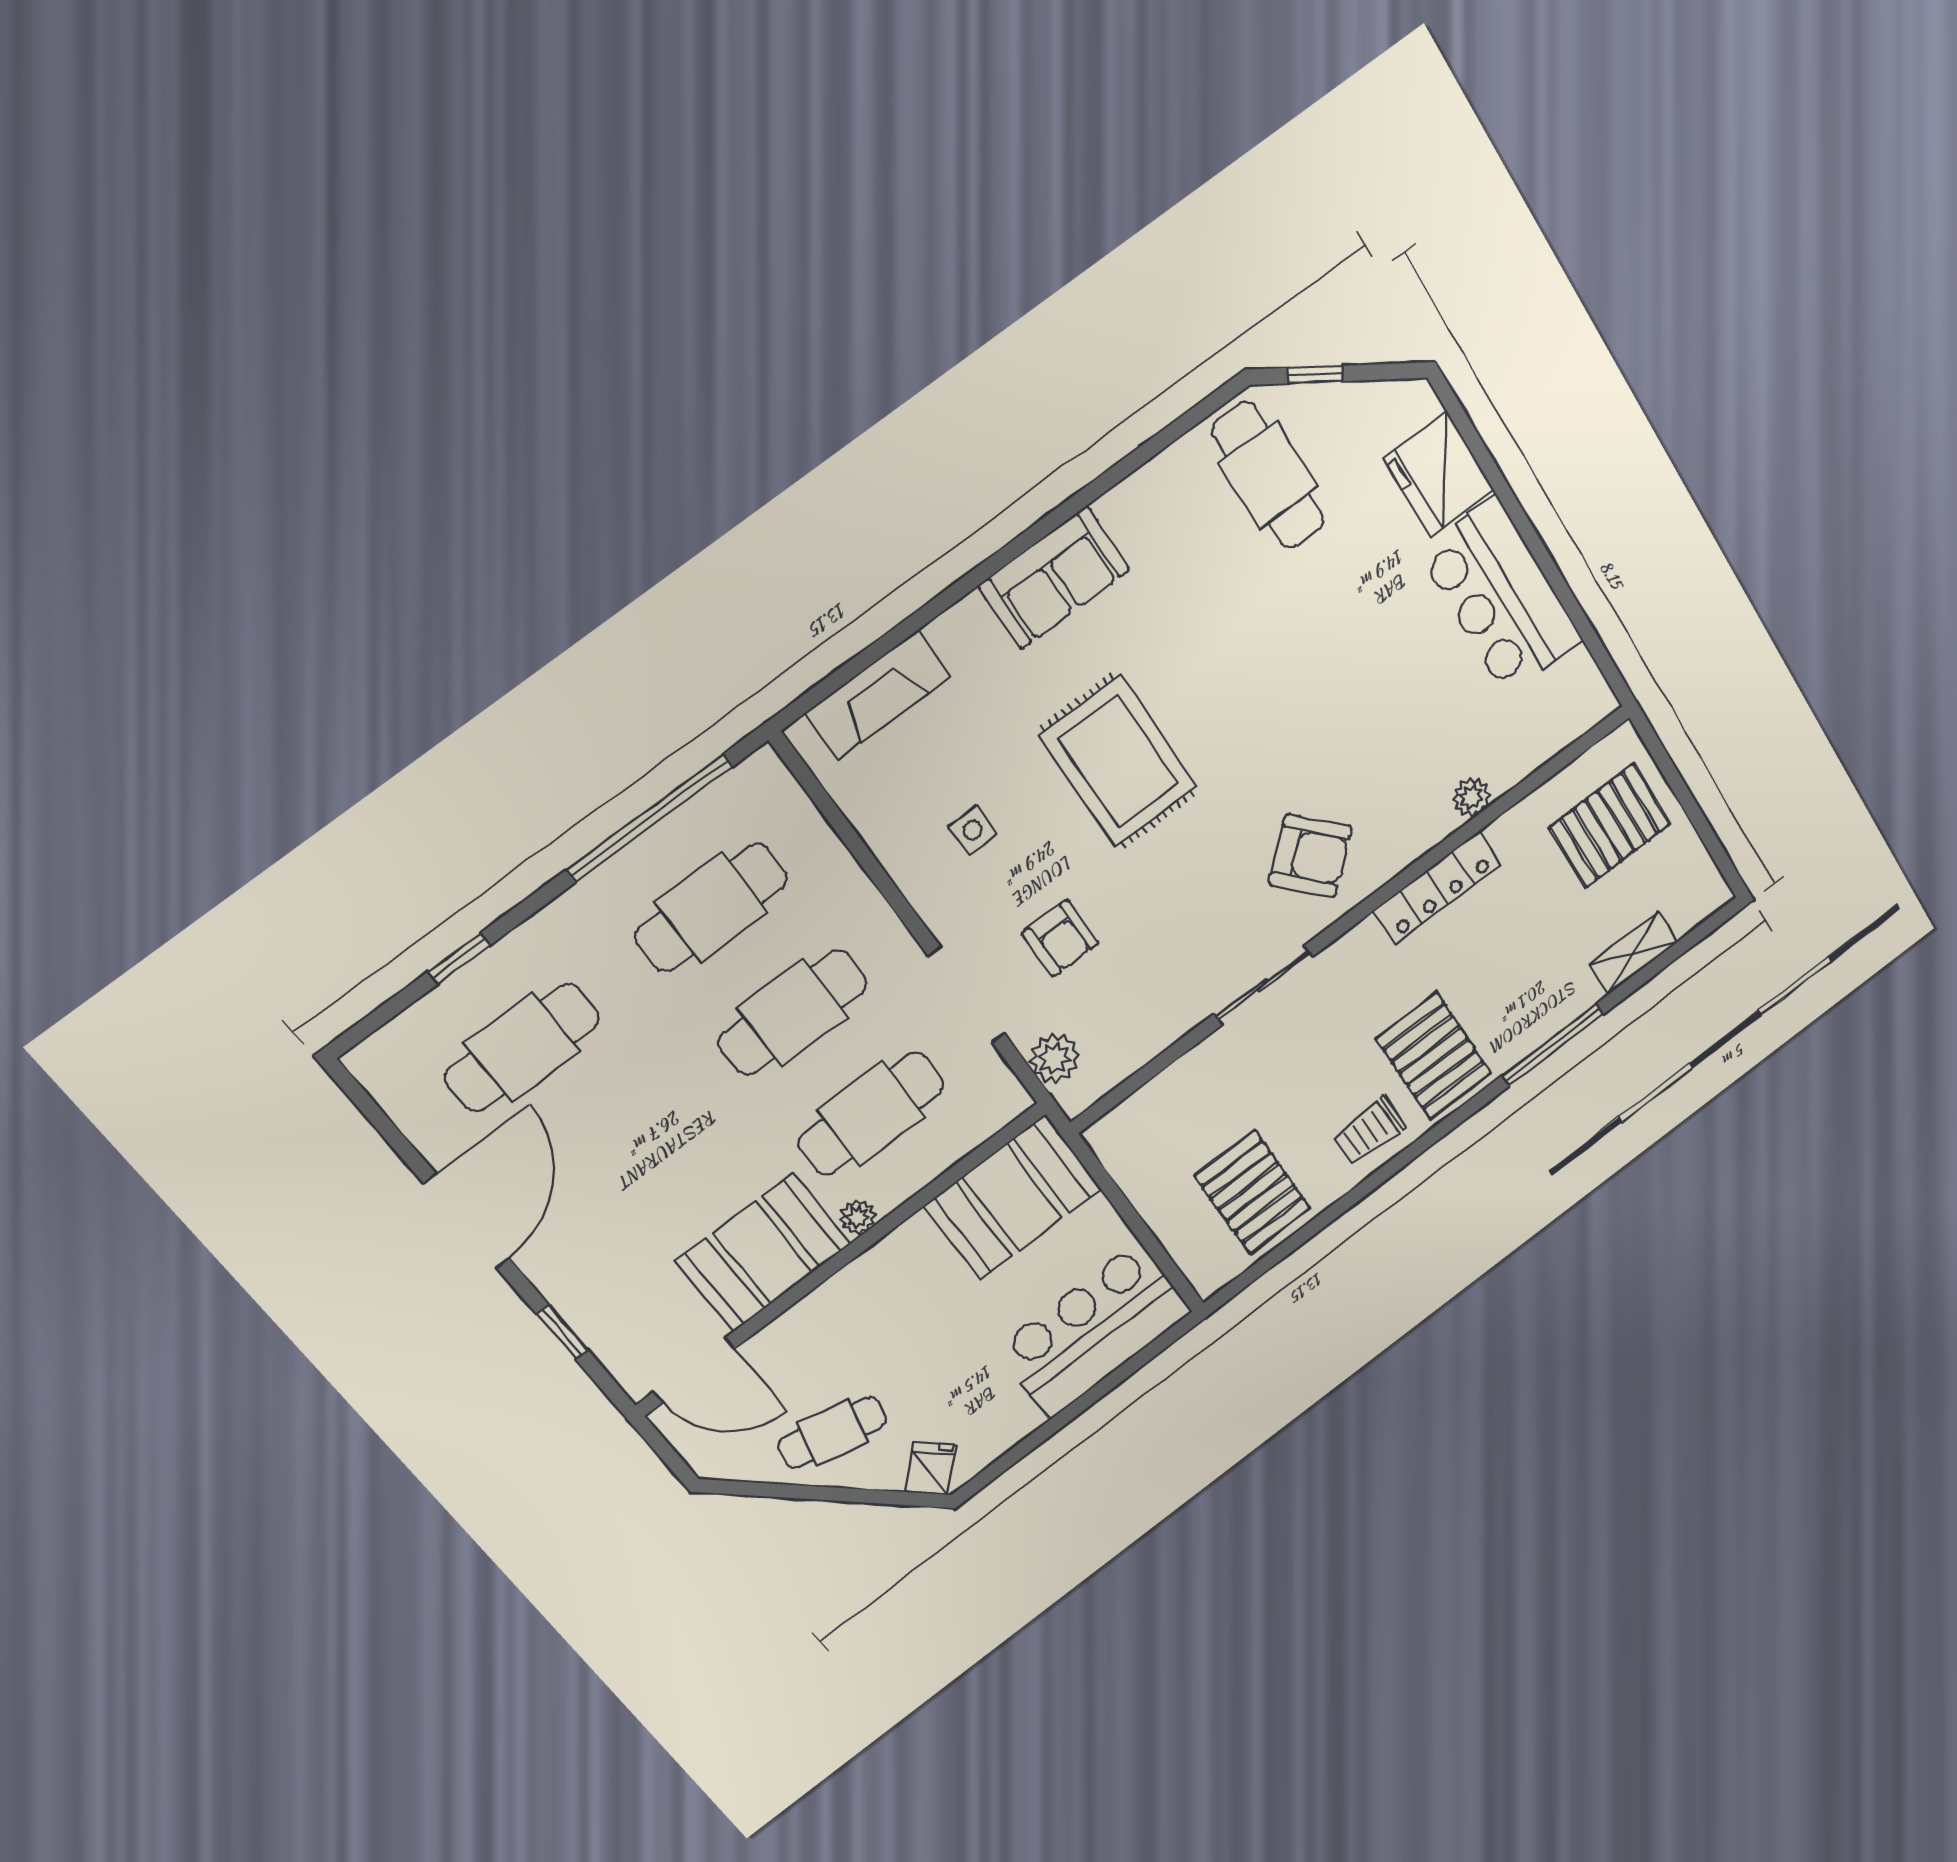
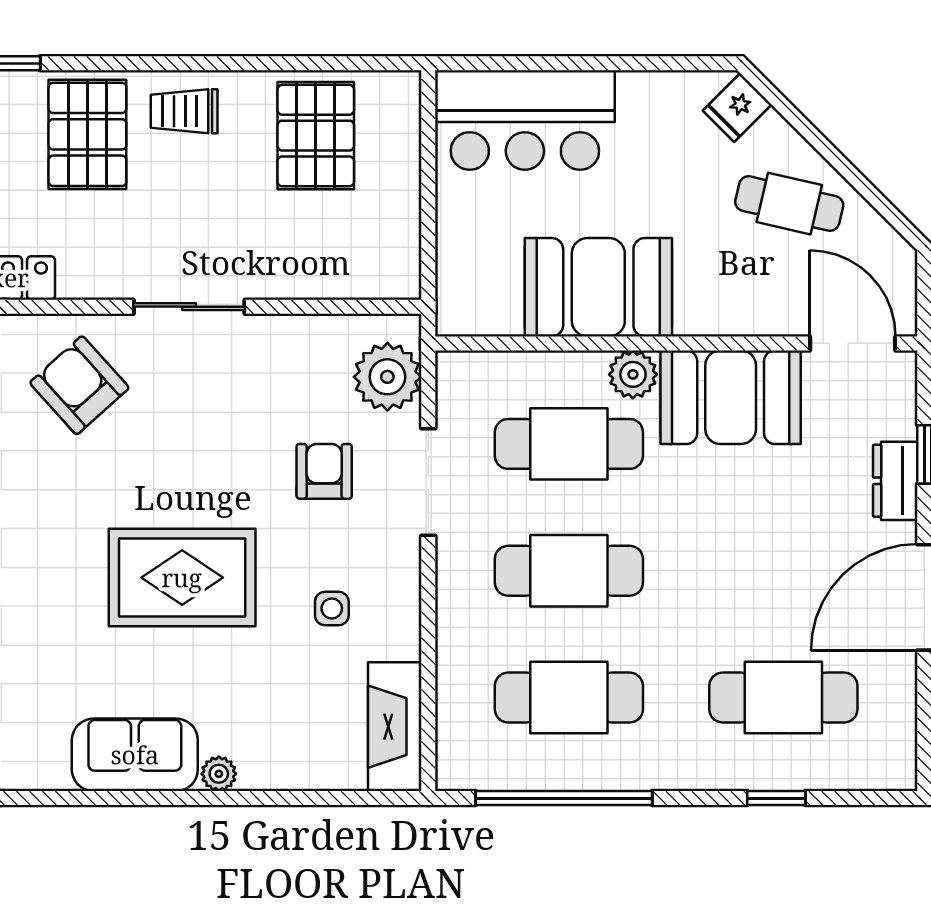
plant: (969, 615) -> (219, 774), added
fireplace: (878, 695) -> (395, 727), moved, turned -90
rug: (1118, 761) -> (182, 578), turned 90
plant: (1054, 1058) -> (387, 377), width x1.36, depth x1.36
trolley: (1369, 1131) -> (184, 111), turned 180
booth: (1012, 1198) -> (598, 287), moved
plant: (858, 1217) -> (633, 374), width x1.38, depth x1.38
dresser: (570, 1293) -> (895, 481), added

